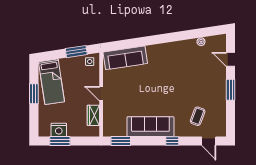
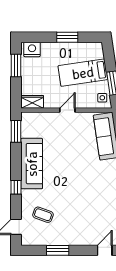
bed: (51, 82) -> (83, 73), moved
window: (231, 90) -> (58, 250), moved
wardrobe: (93, 115) -> (32, 102), moved
nightstand: (59, 130) -> (32, 49), moved, turned 90

